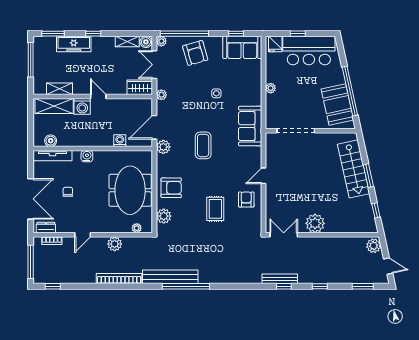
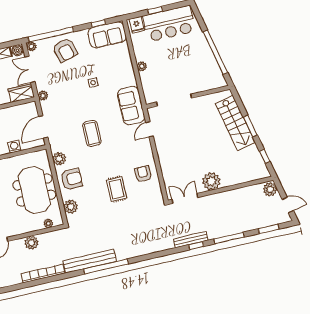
booth: (337, 105) -> (207, 67), removed
plant: (163, 147) -> (59, 159), moved
door: (264, 176) -> (150, 129), moved
window: (320, 286) -> (229, 238), width x2.17

